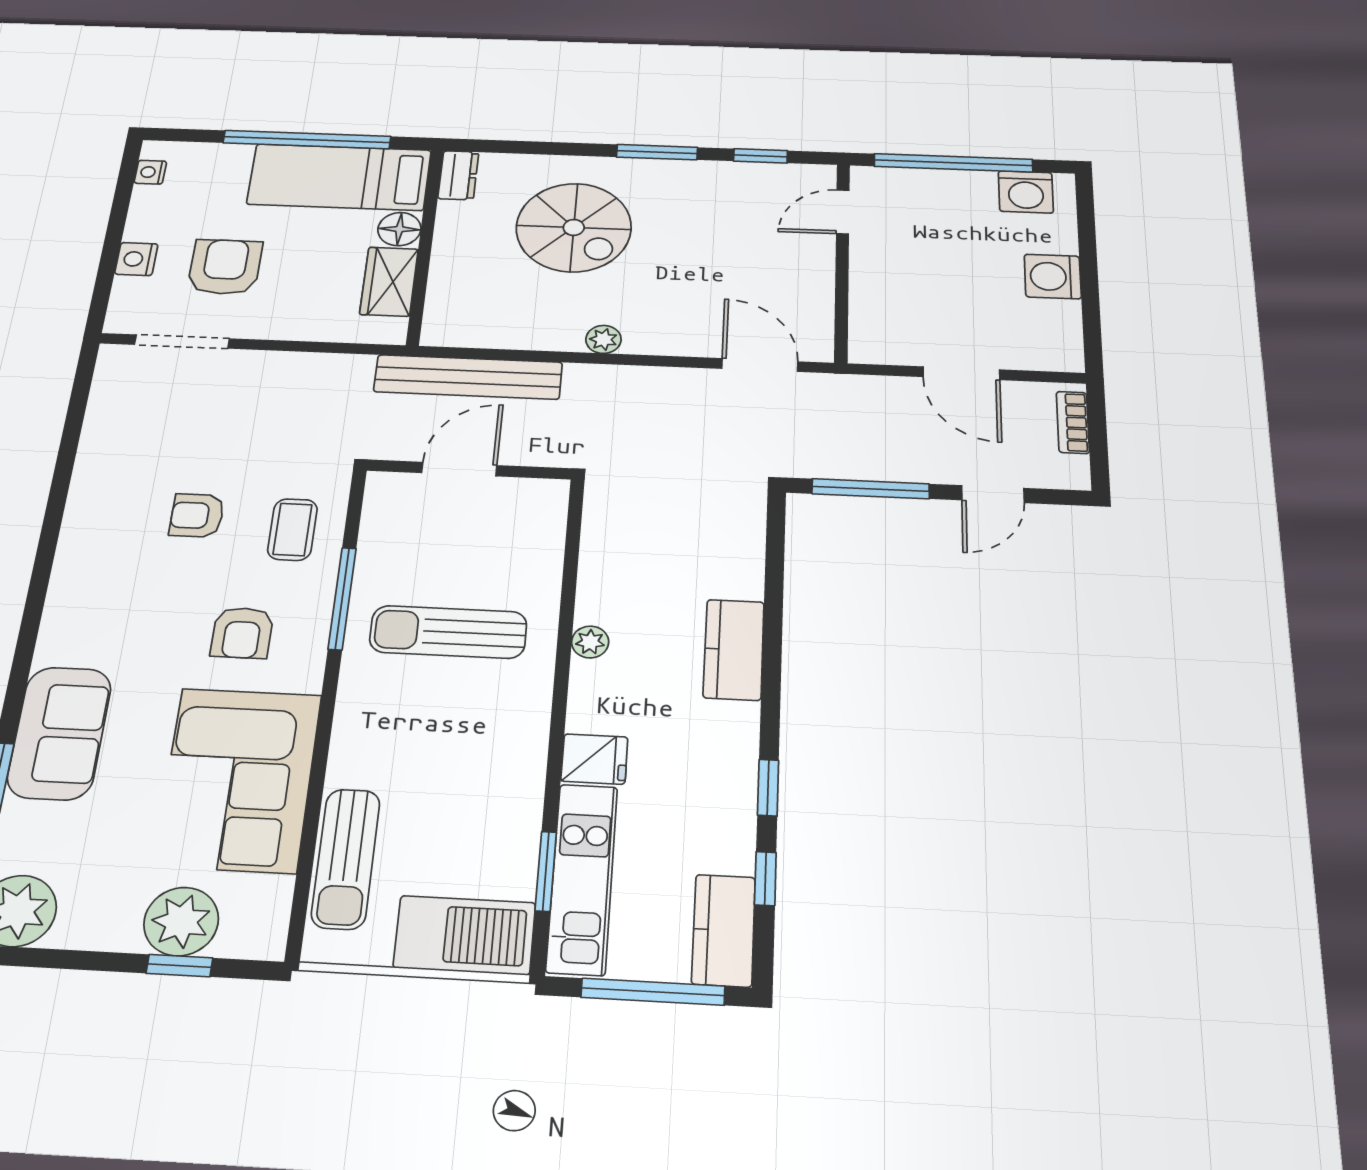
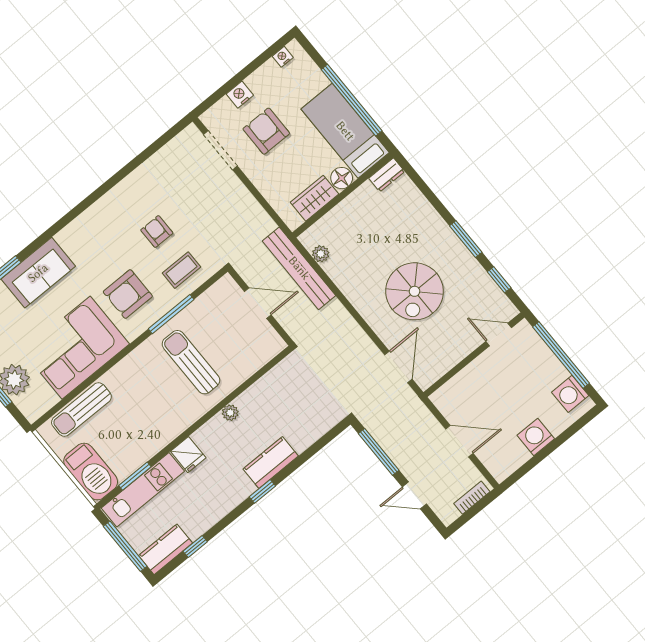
spiral stairs: (574, 227) -> (414, 291), moved
armchair: (225, 267) -> (266, 131), turned -90
plant: (603, 339) -> (321, 254), moved
door: (961, 373) -> (459, 441), swing flipped
armchair: (242, 633) -> (128, 294), width x1.38, depth x1.38
window: (768, 788) -> (262, 491), moved

